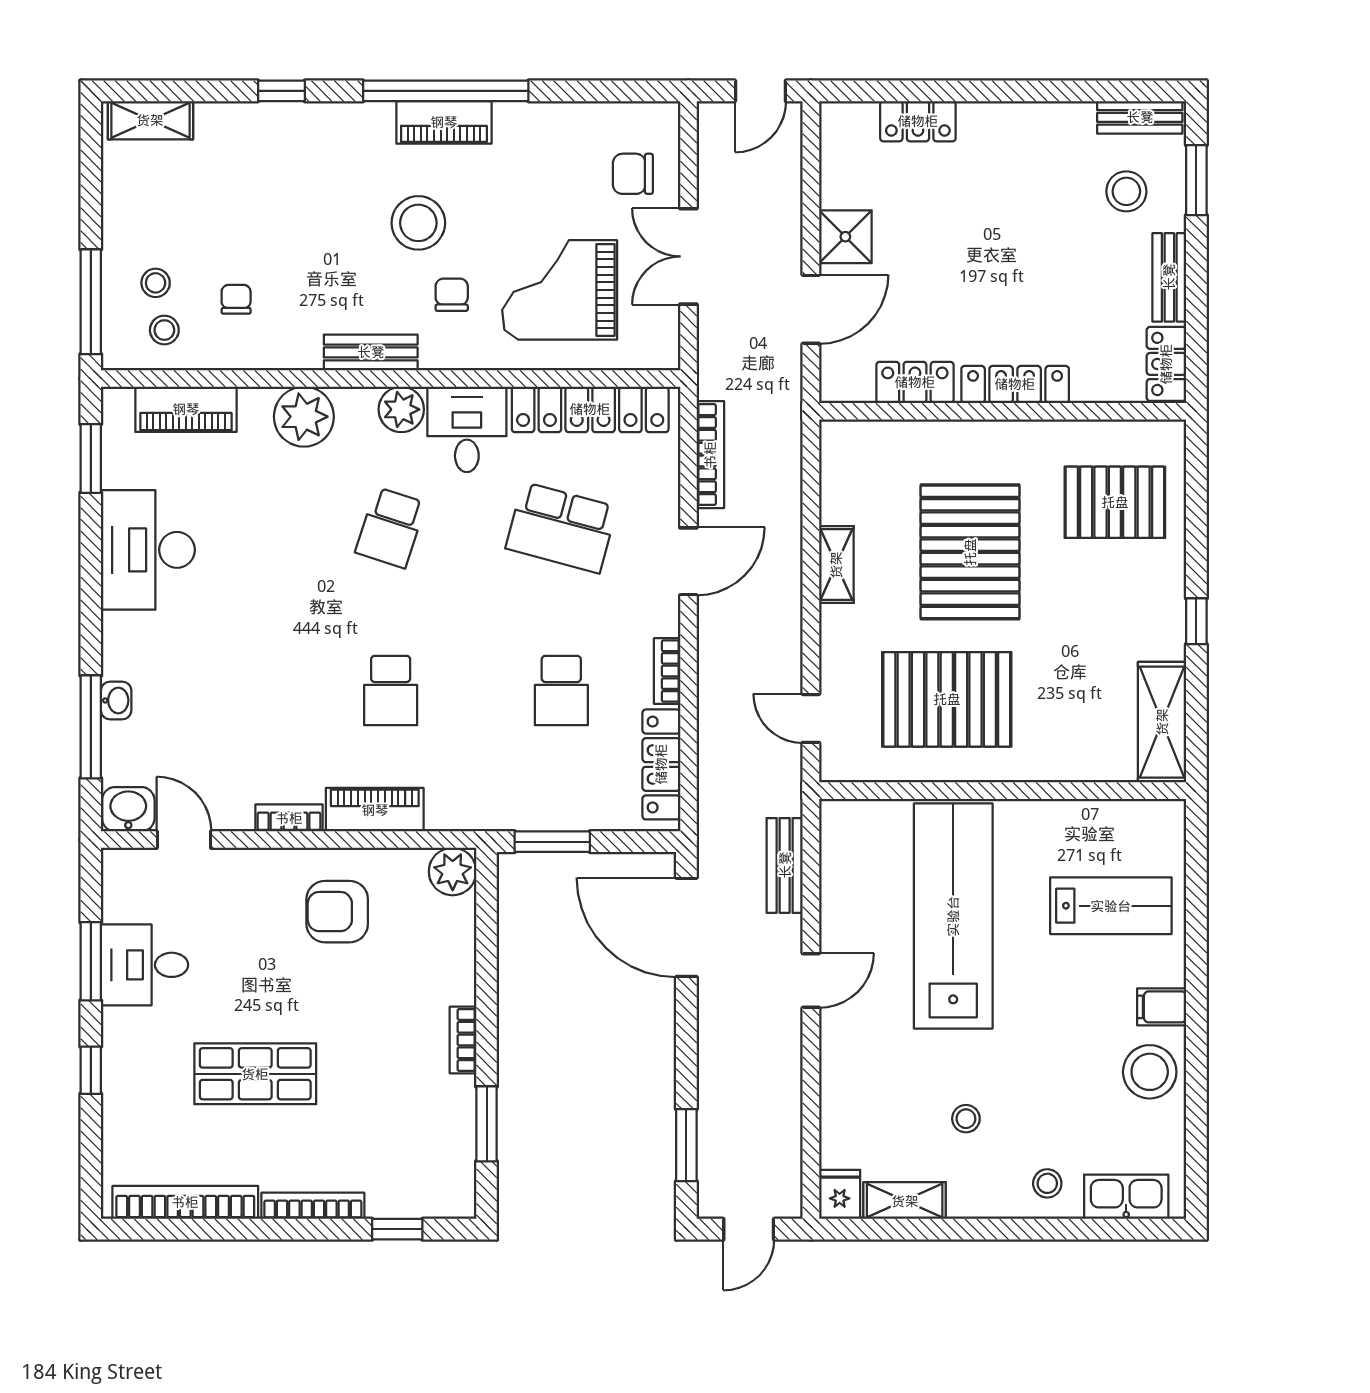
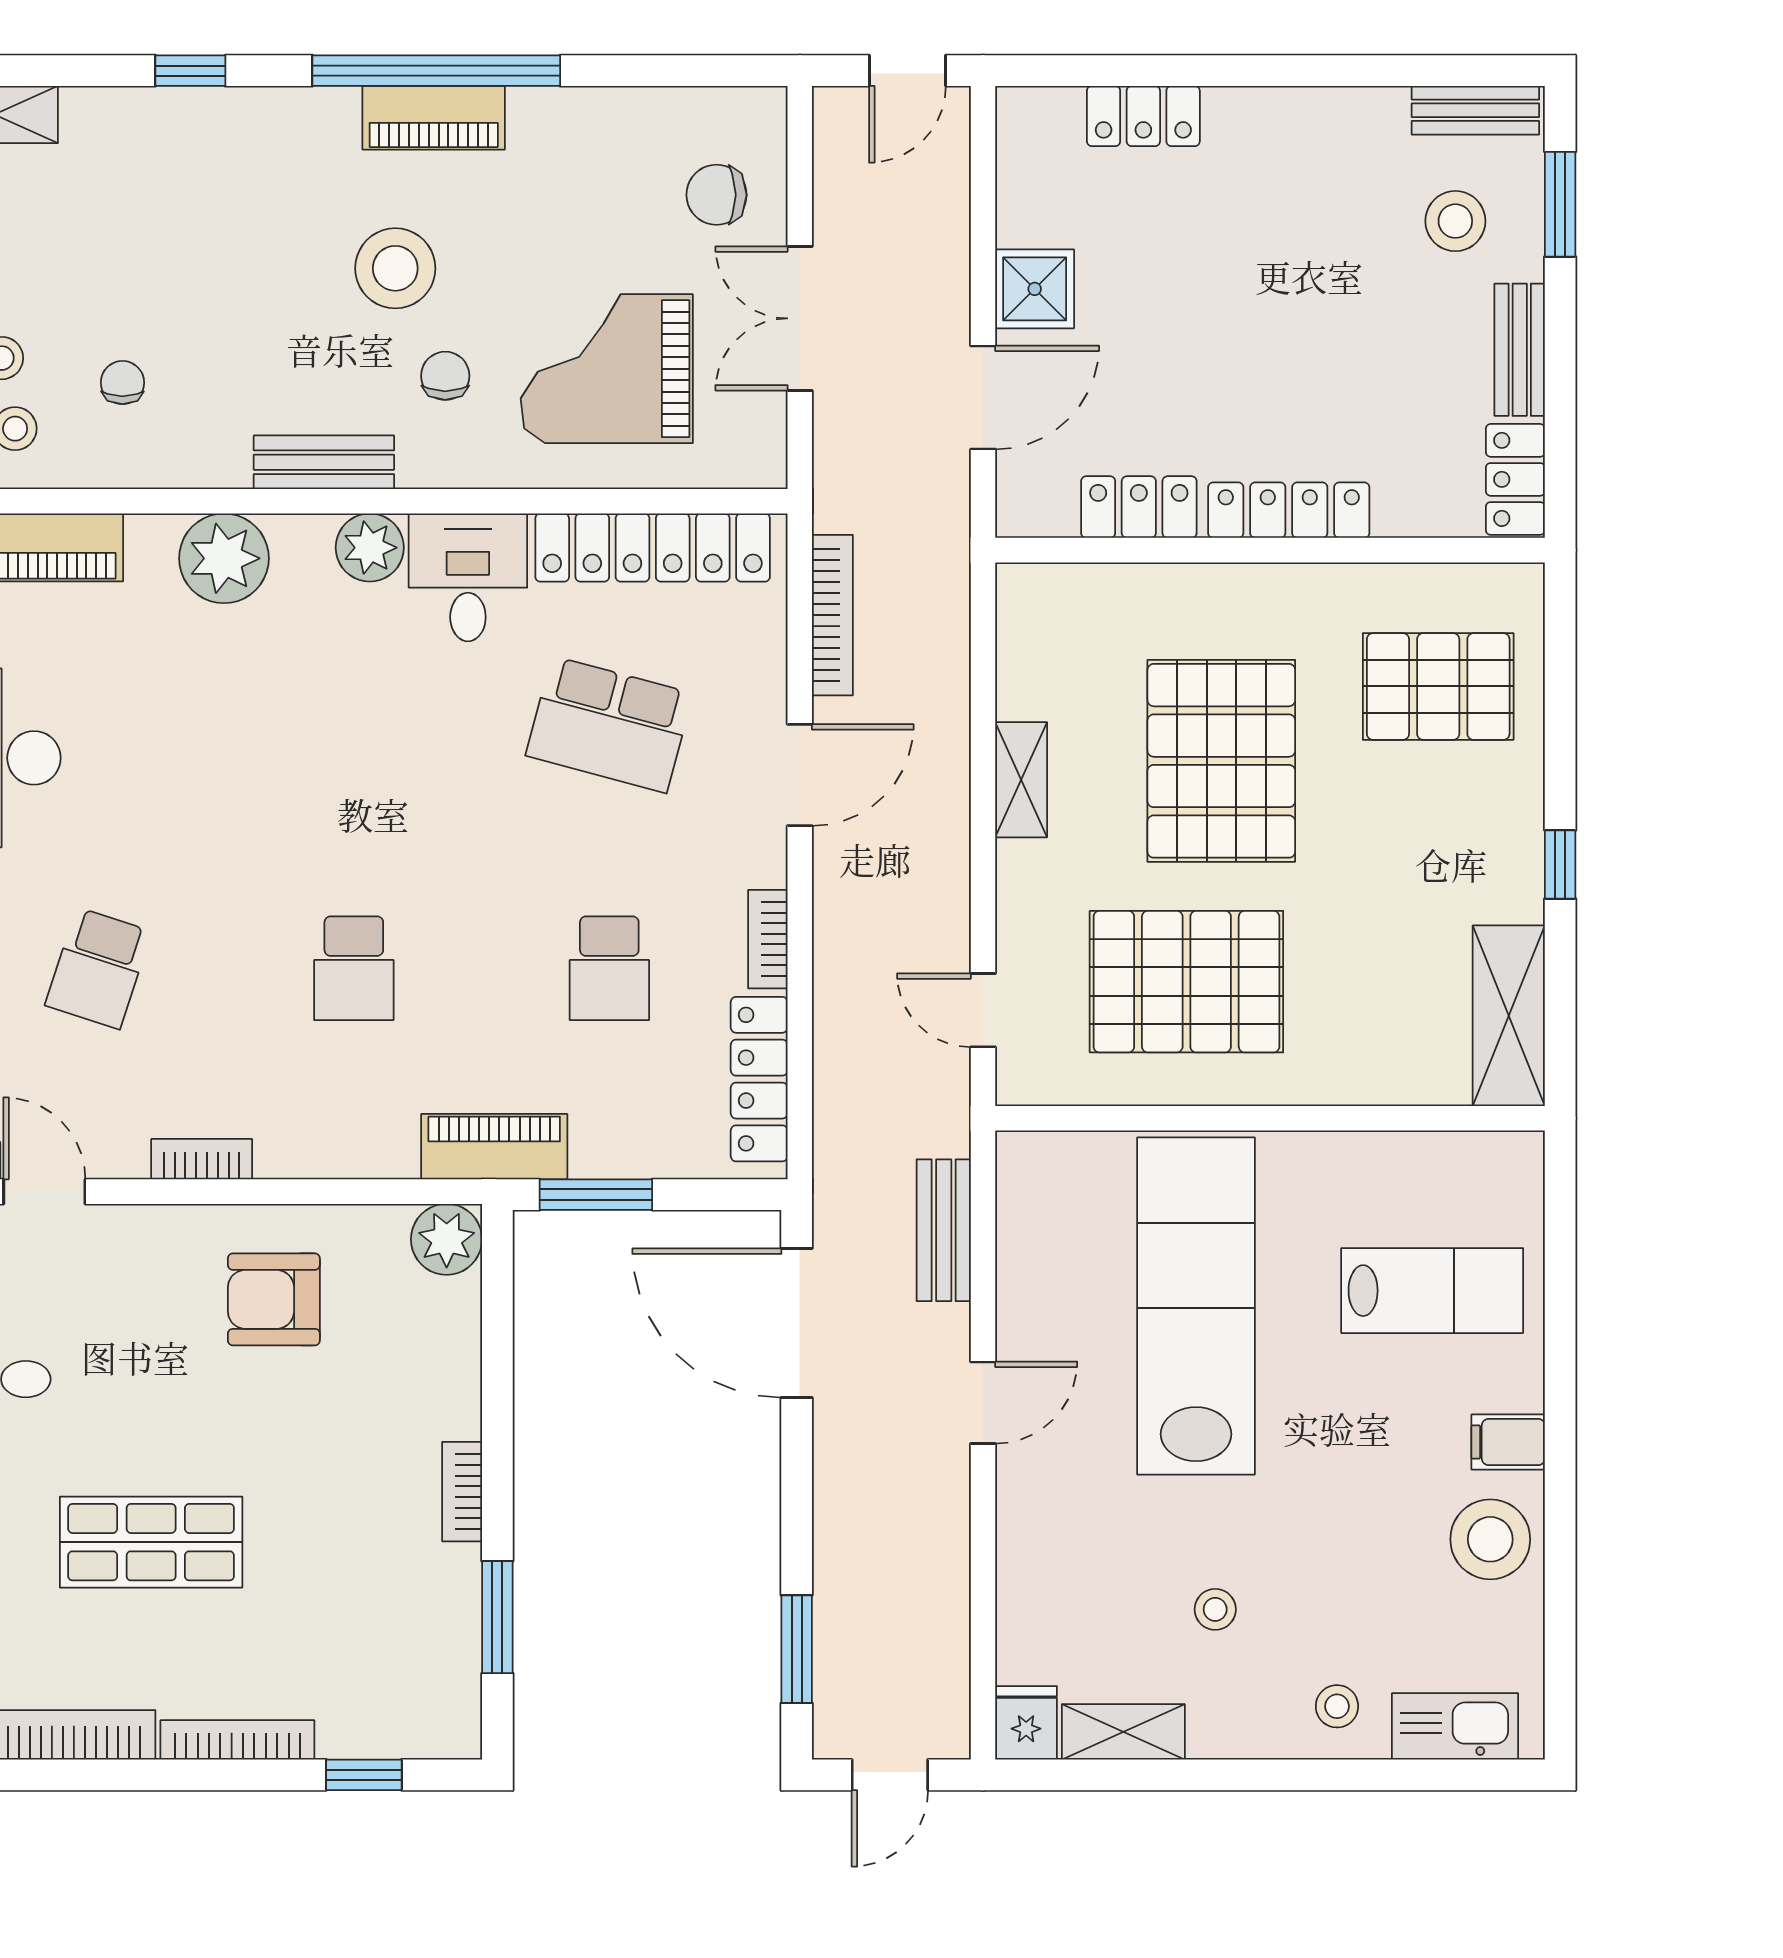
school desk: (391, 528) -> (98, 968), moved
piano: (375, 810) -> (494, 1147), moved

